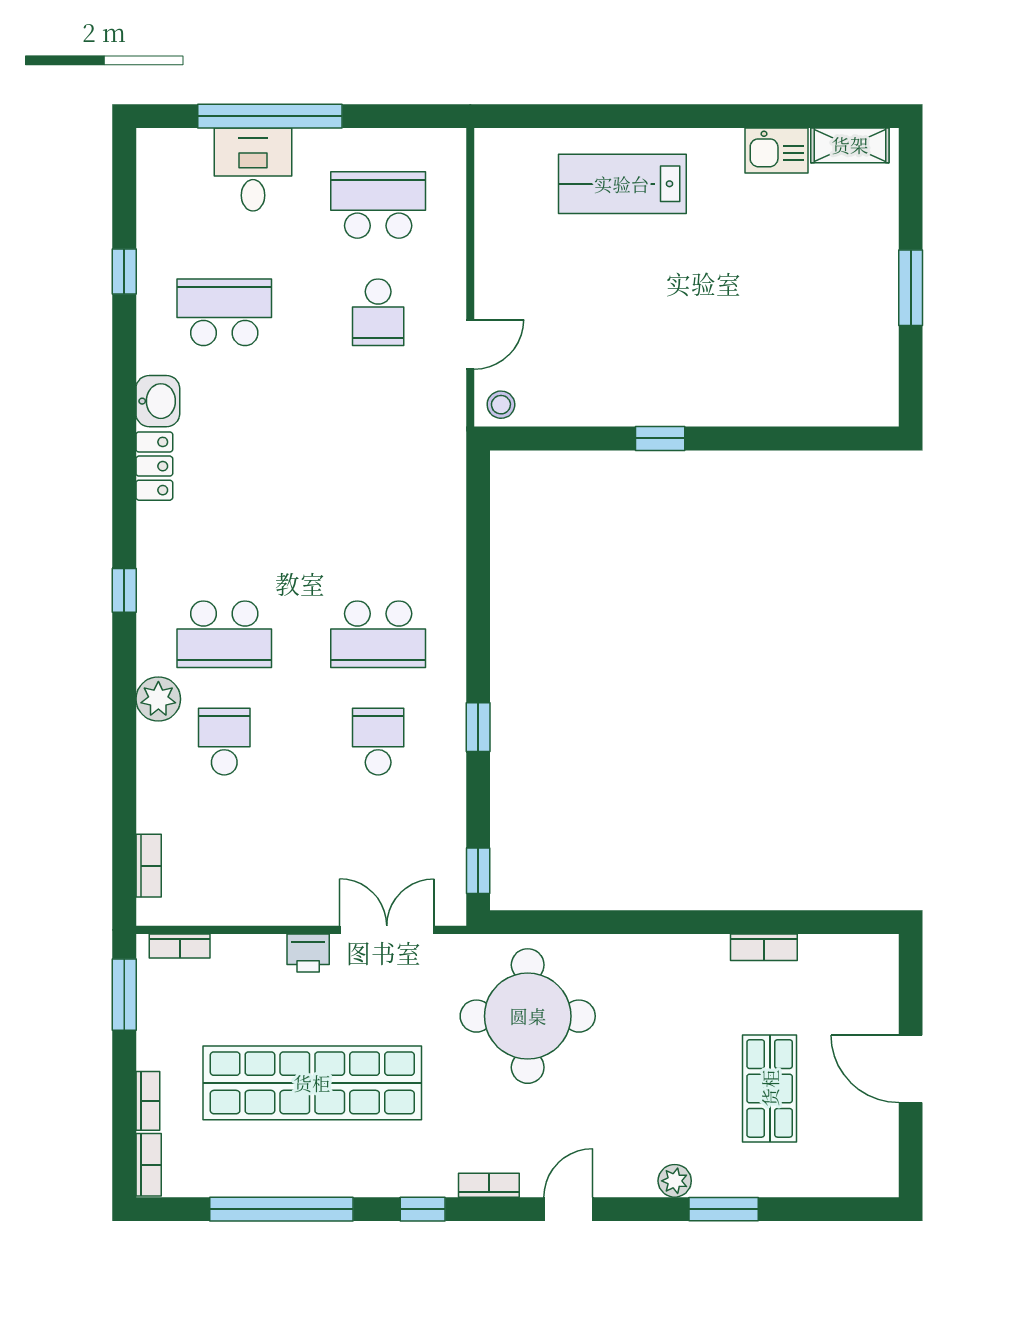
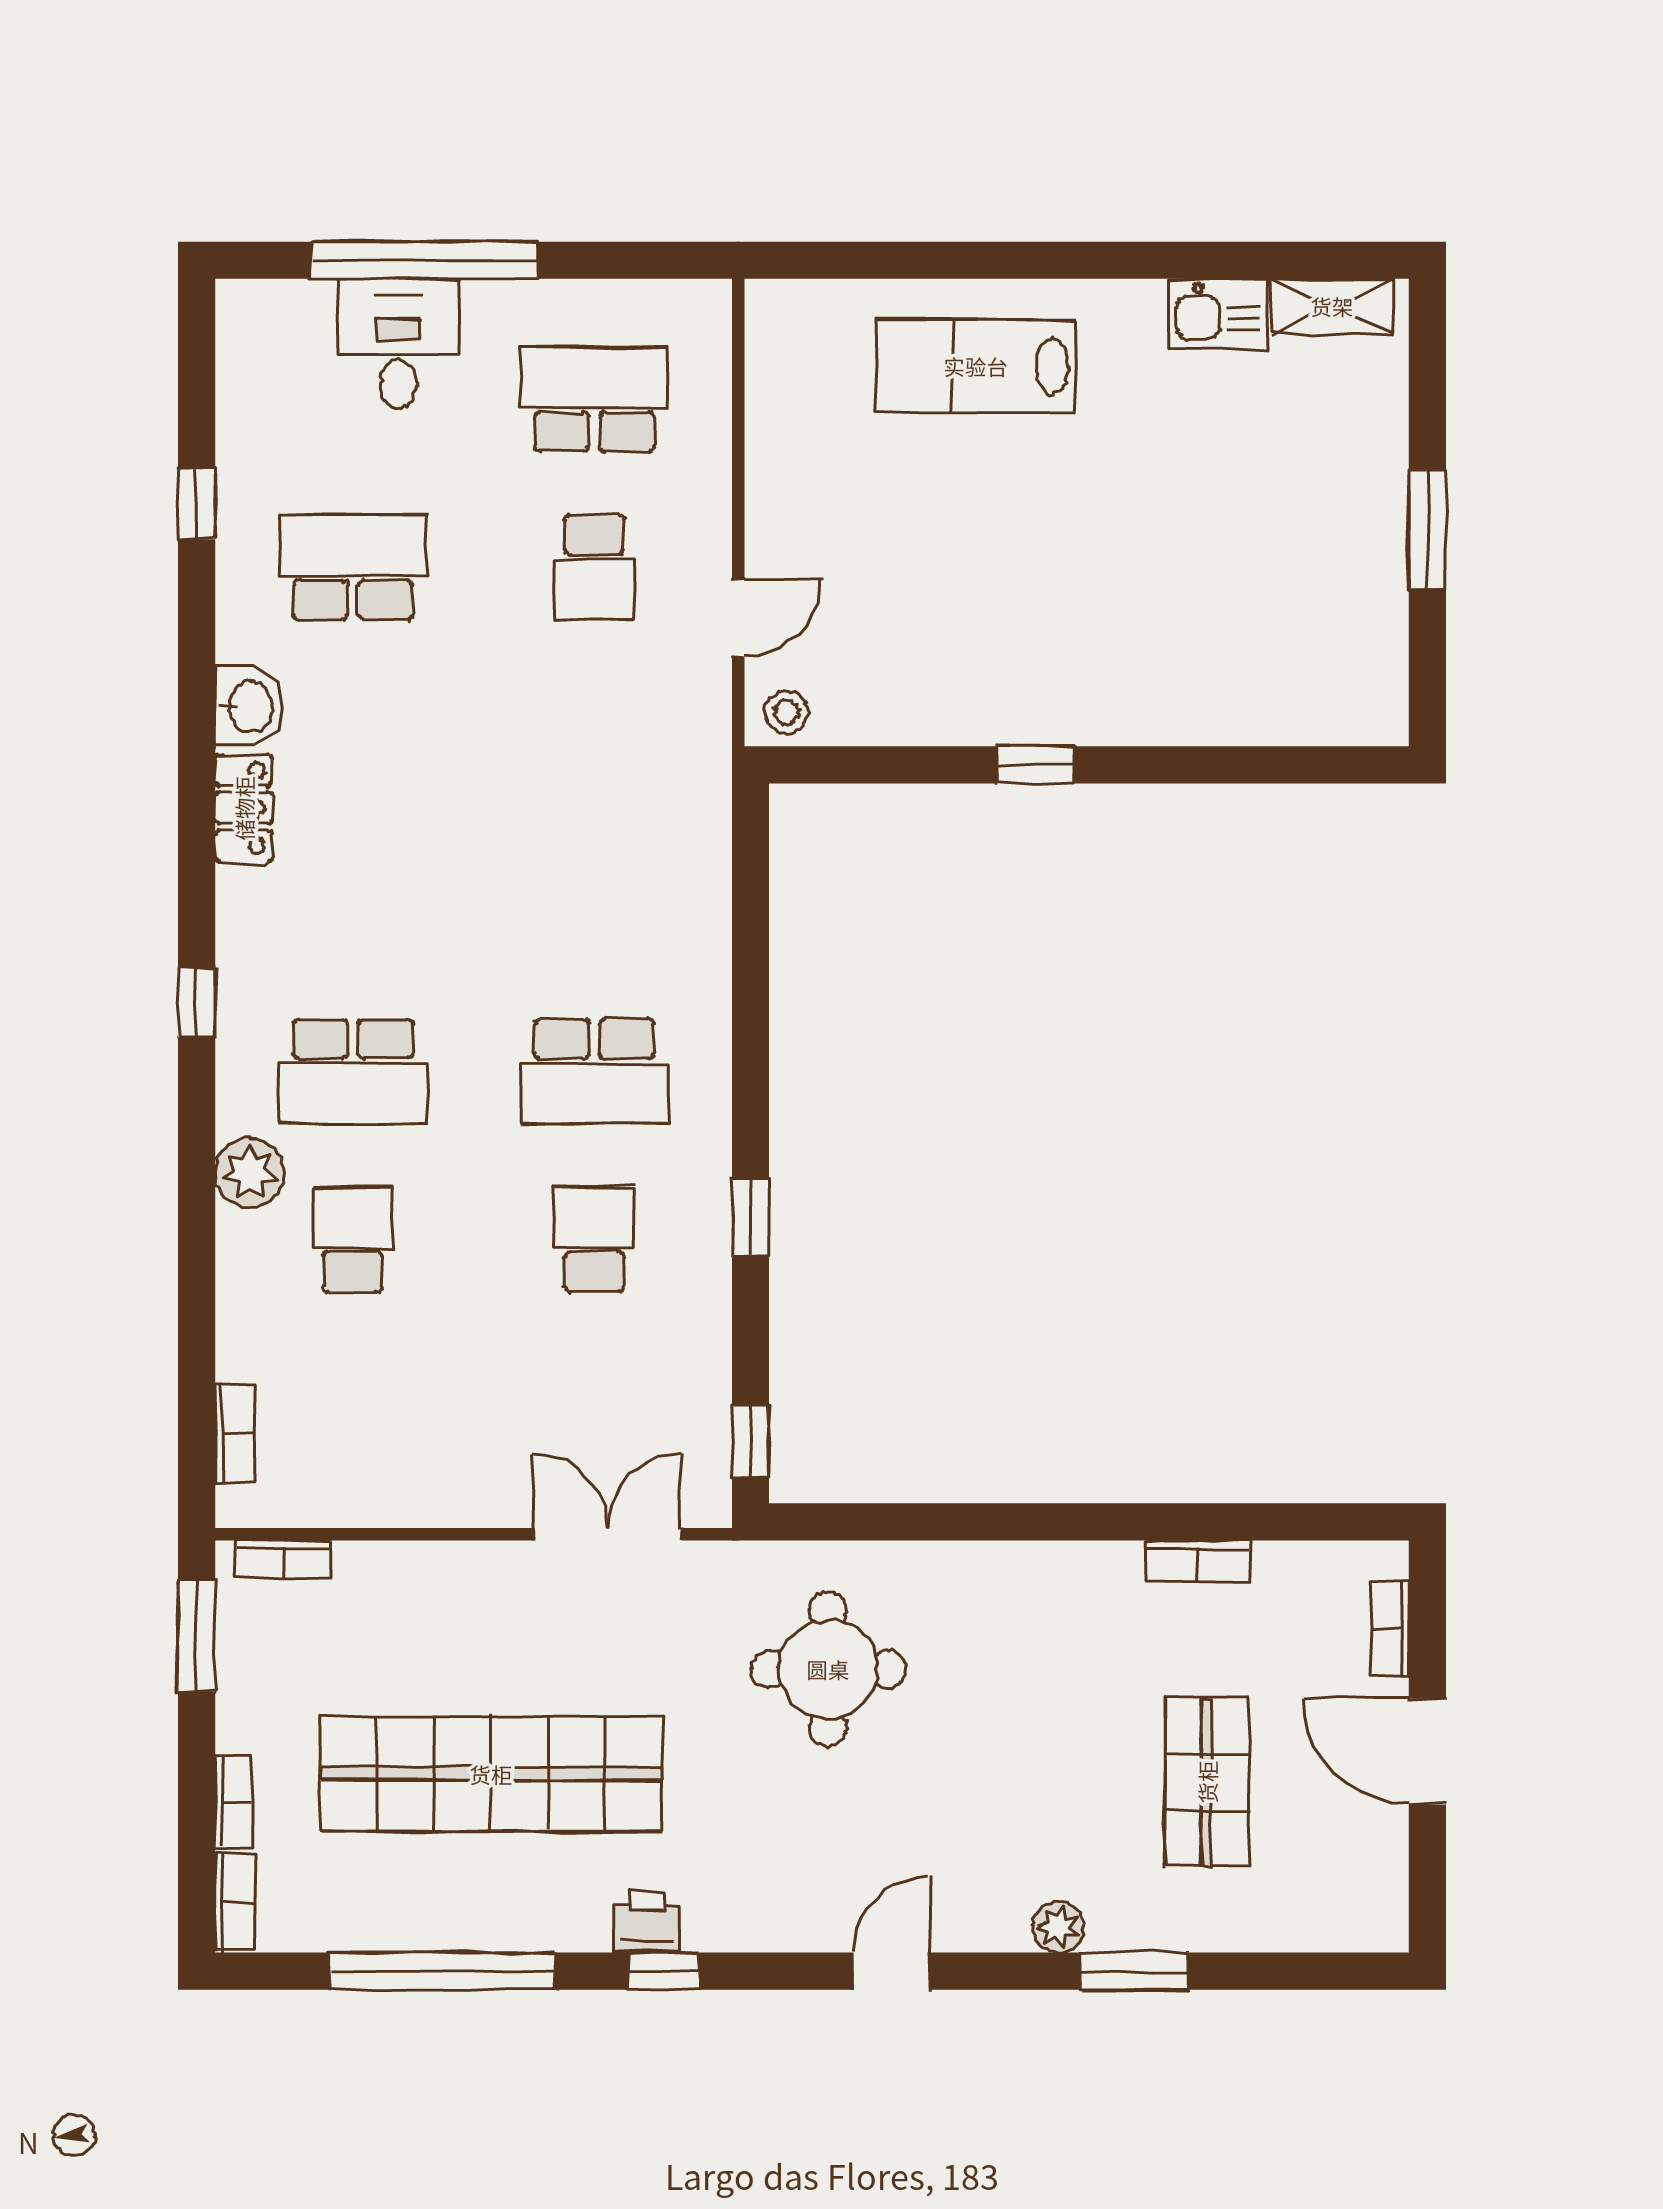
printer: (308, 953) -> (647, 1923), moved, turned 180
round table: (528, 1016) -> (828, 1669), width x0.73, depth x0.73
bookcase: (489, 1185) -> (1390, 1628), moved, turned -90

